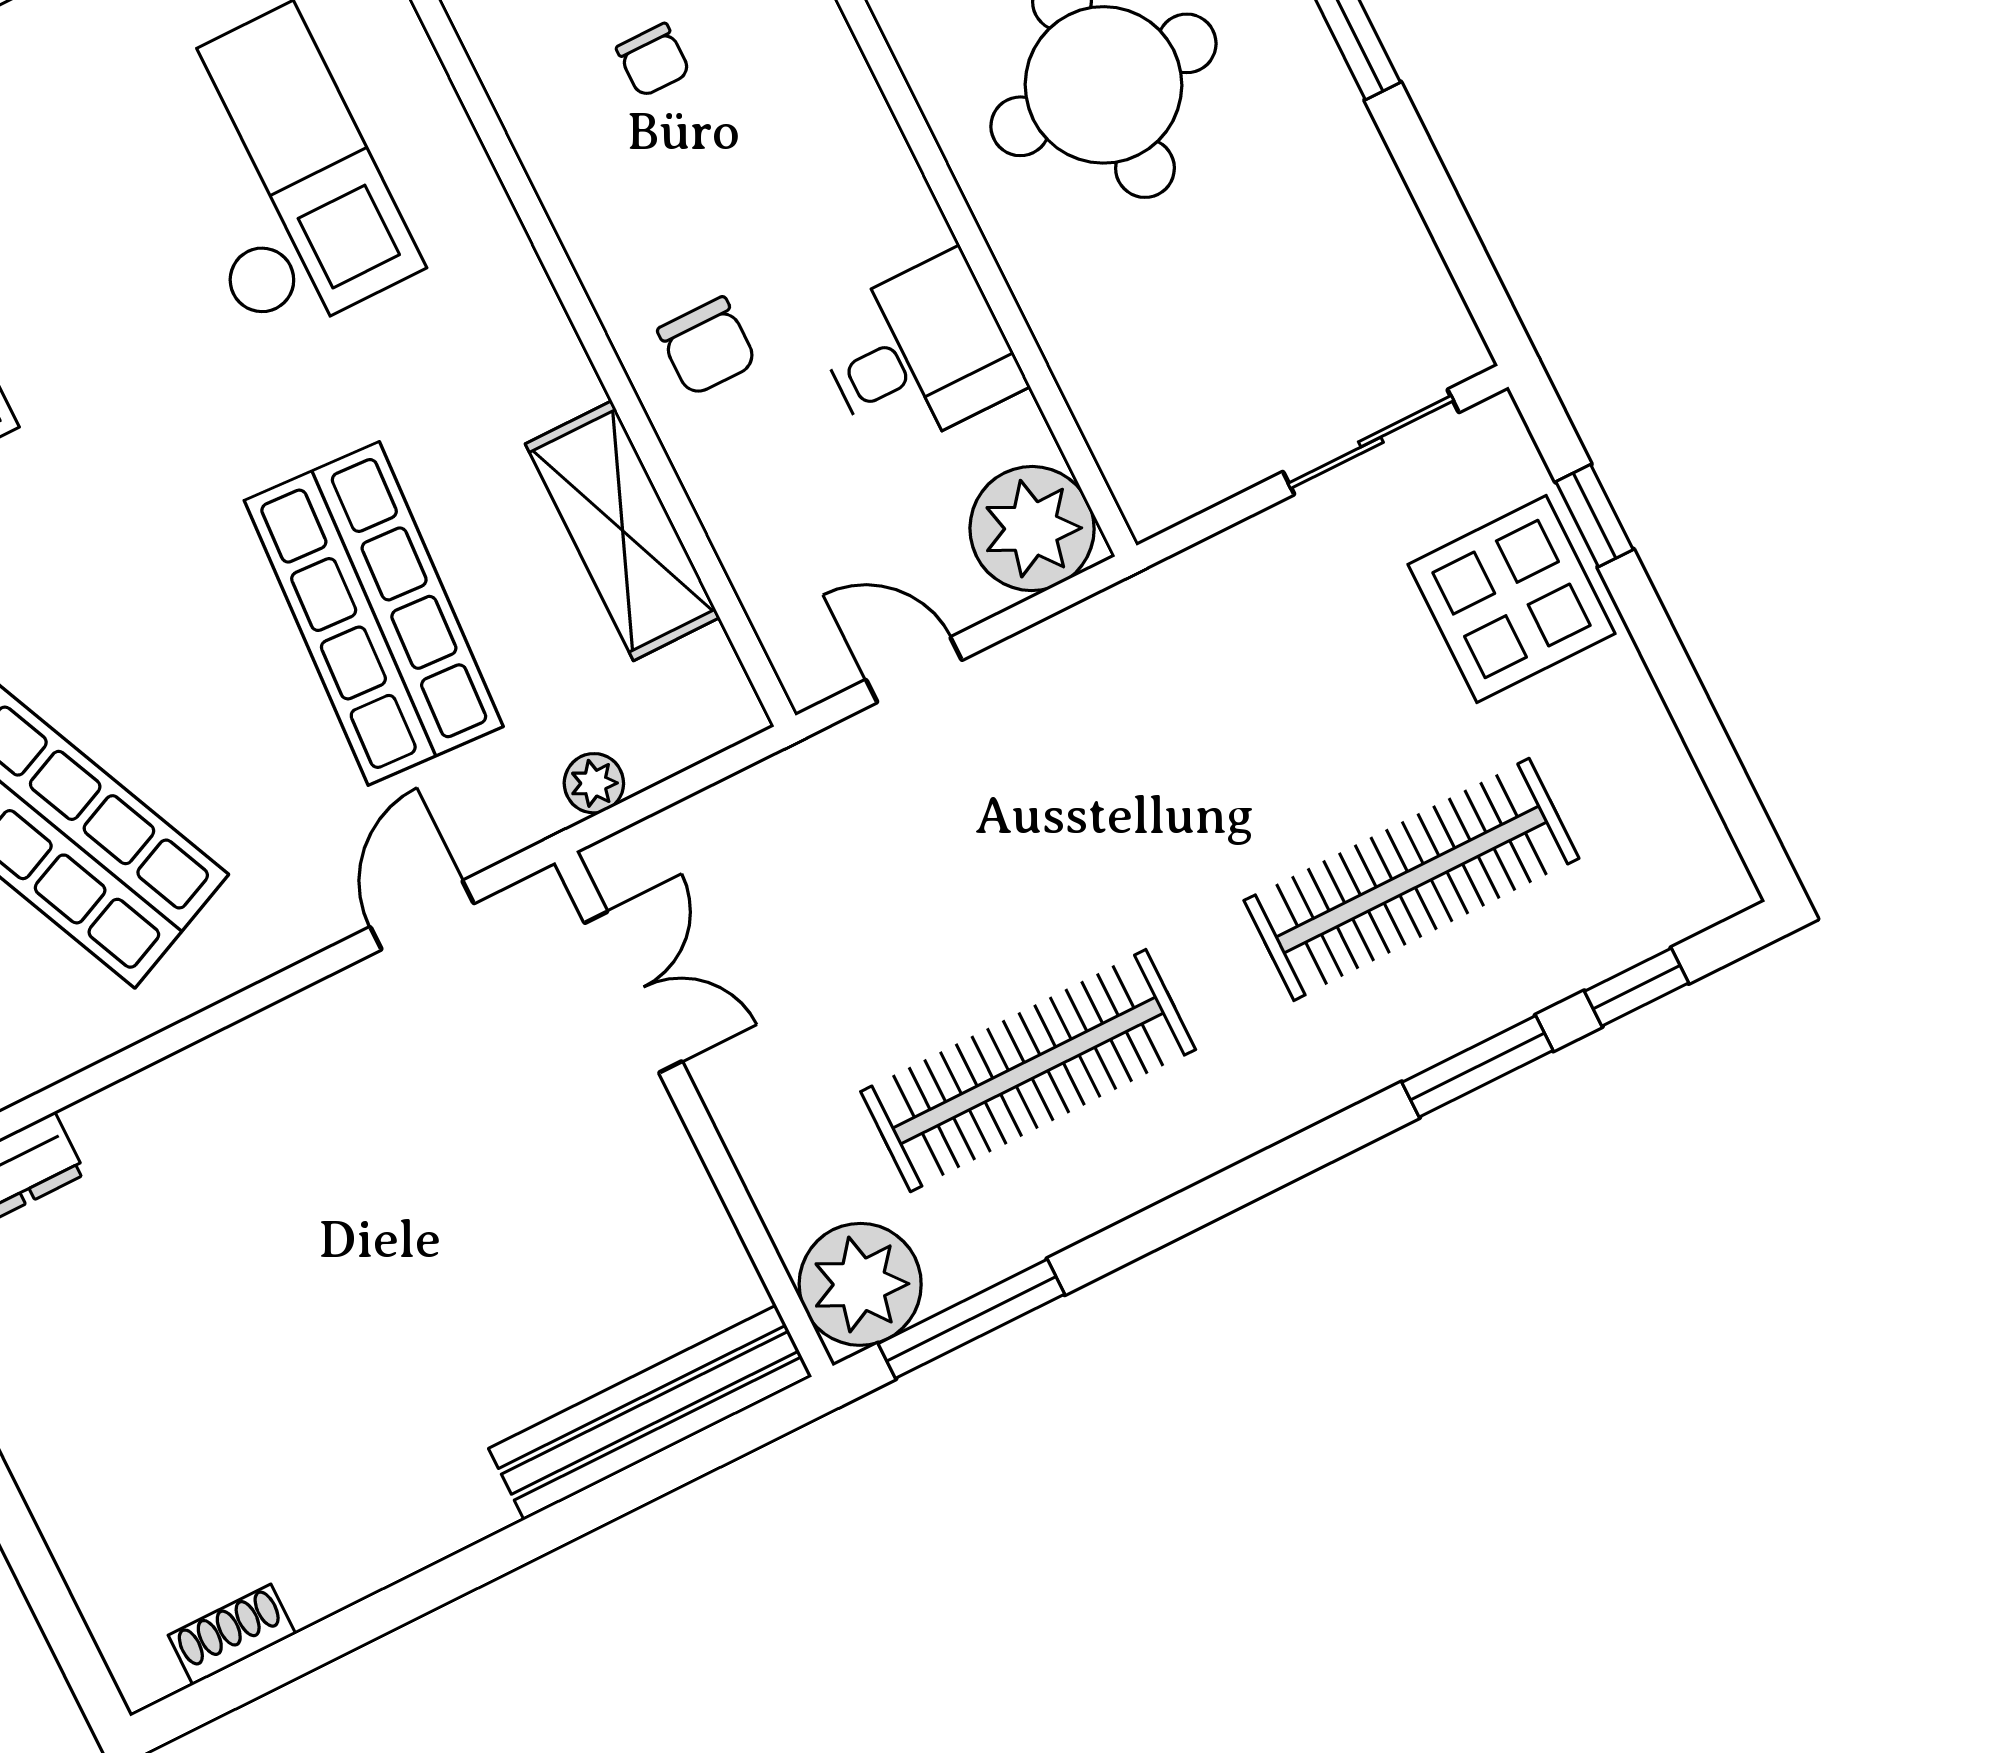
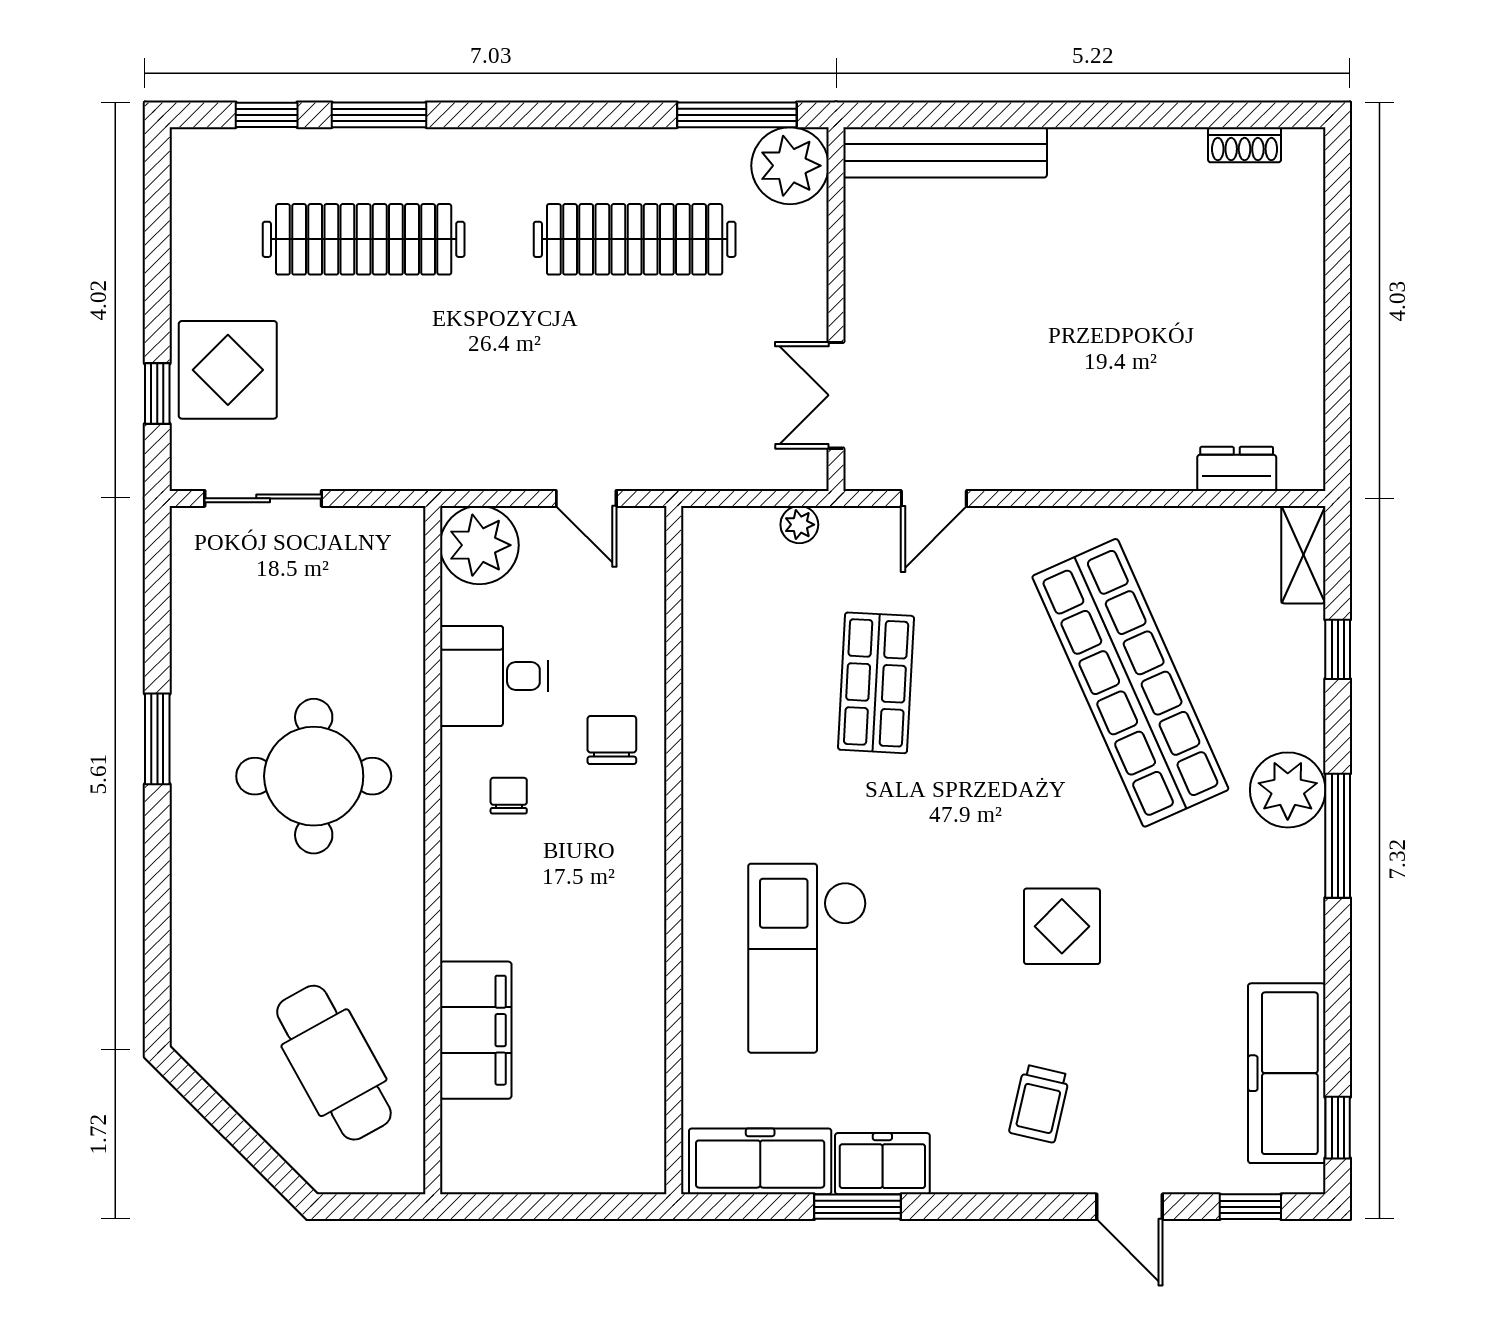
chair: (653, 60) -> (509, 796), moved
shelving: (623, 531) -> (712, 659), removed
shop shelf: (374, 613) -> (876, 683), width x0.70, depth x0.74

